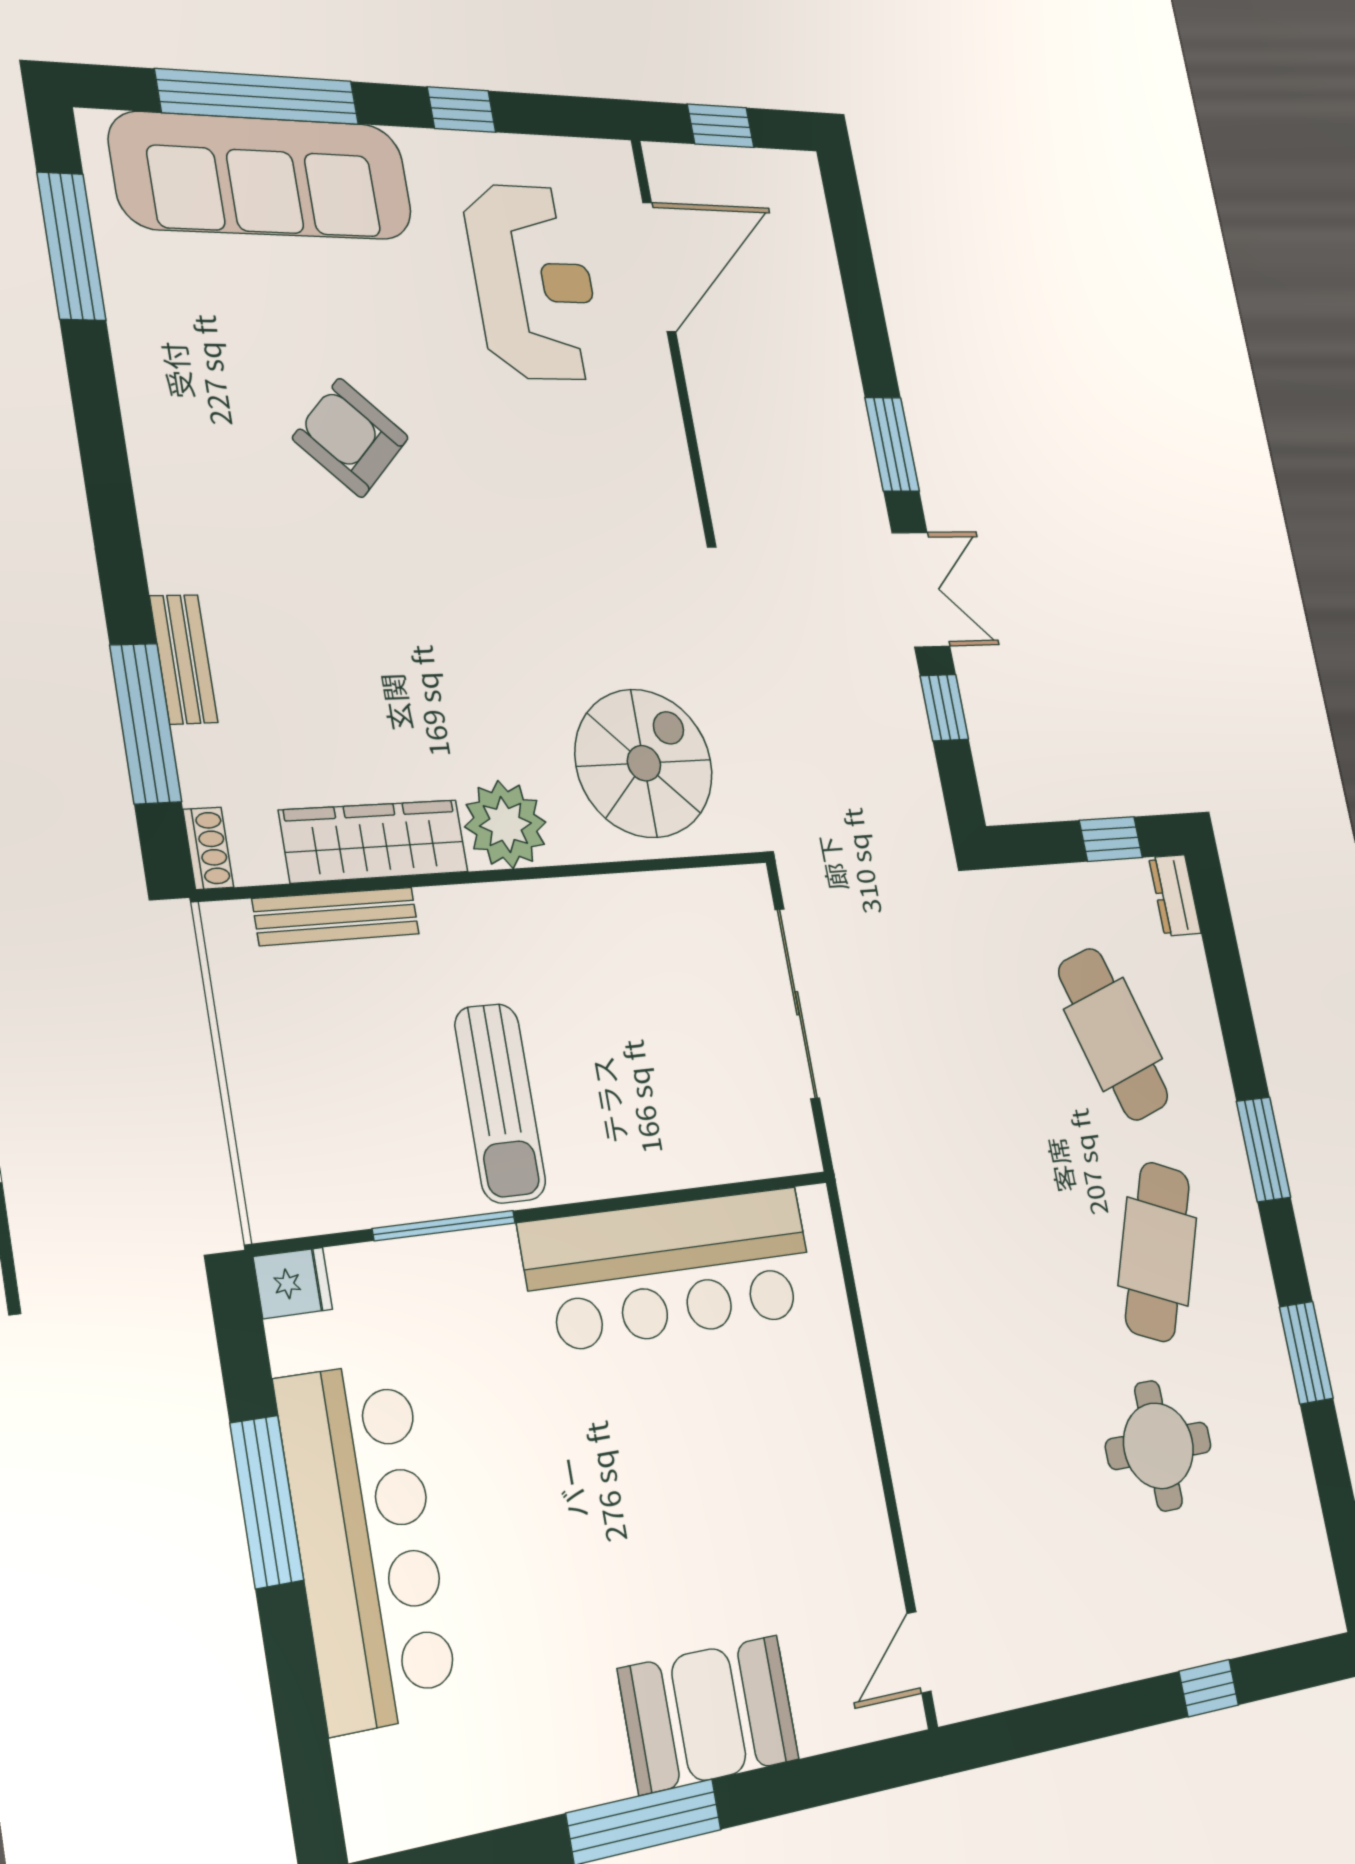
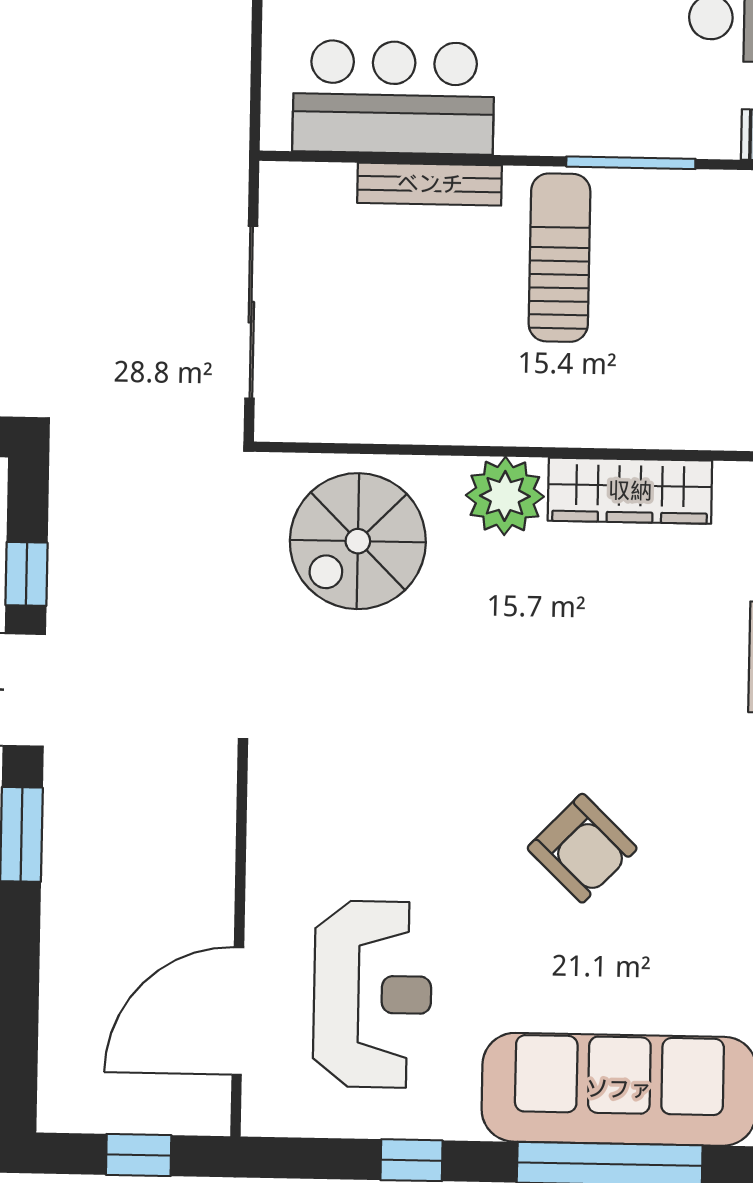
reception desk: (534, 282) -> (372, 994), turned 180
bench: (336, 916) -> (430, 184), moved
bar counter: (670, 1269) -> (393, 97), width x0.73

